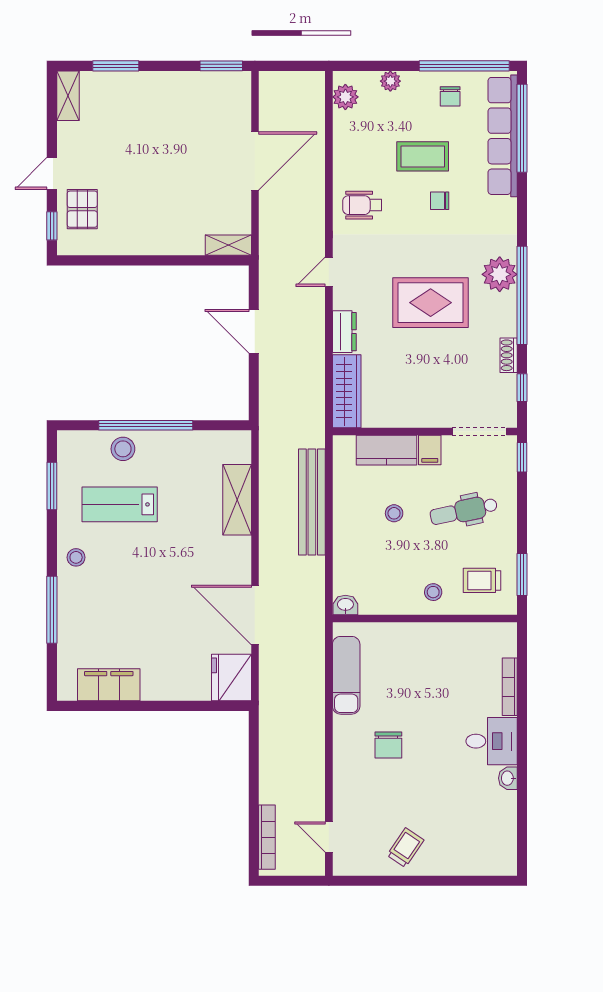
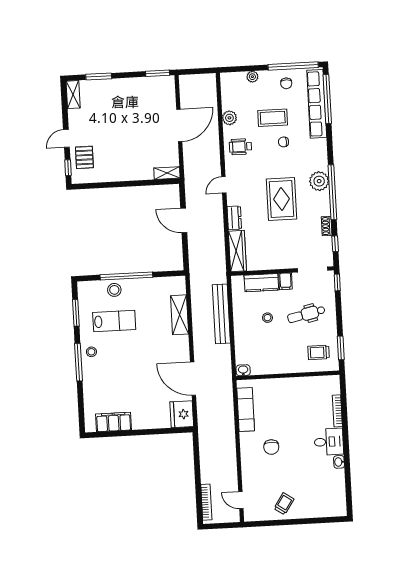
plant: (345, 97) -> (229, 118), moved
rug: (431, 303) -> (281, 199), turned 90
lab bench: (120, 504) -> (114, 321), turned 180
stool: (433, 592) -> (292, 360), removed
window: (52, 610) -> (78, 362), moved

